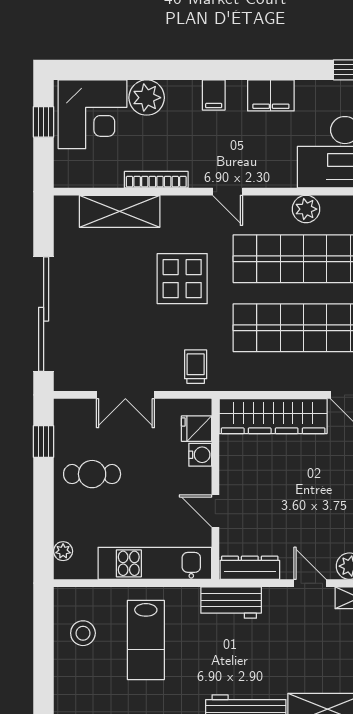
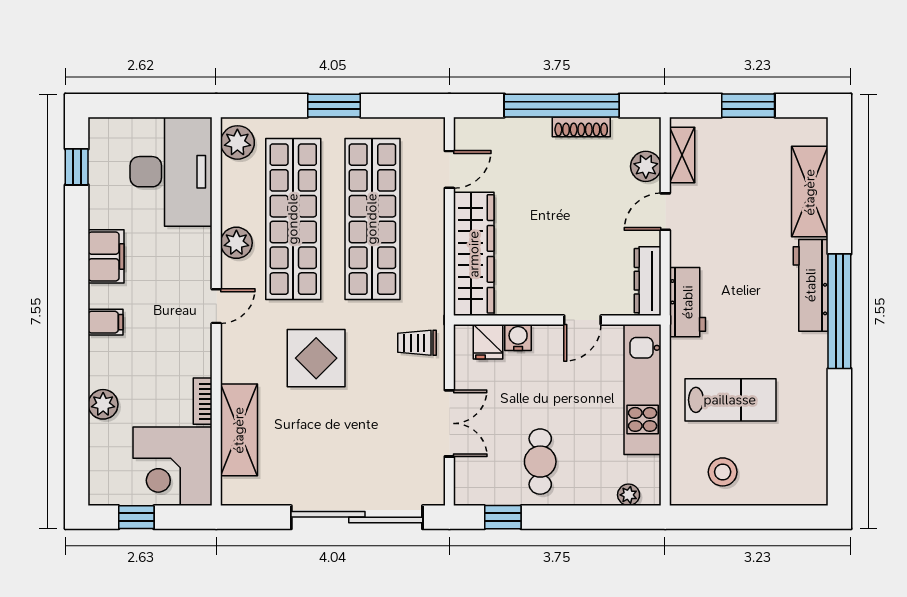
plant: (147, 98) -> (103, 404), width x0.73, depth x0.73
corner desk: (93, 114) -> (173, 466), moved, turned 180
bookcase: (156, 180) -> (203, 401), width x0.64
plant: (306, 209) -> (236, 243), moved

